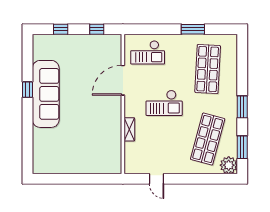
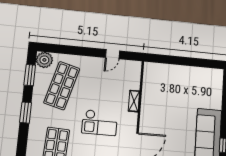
checkout: (164, 103) -> (100, 123), turned 180
door: (157, 179) -> (113, 54), swing flipped

